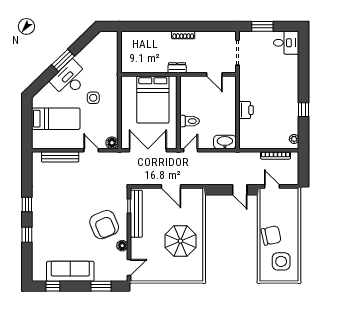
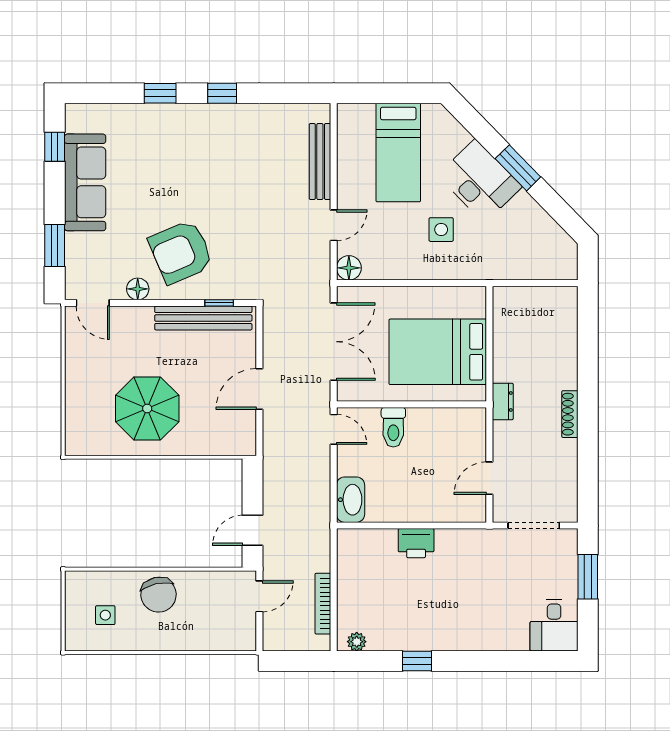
side table: (281, 261) -> (105, 615), width x0.54, depth x0.54

